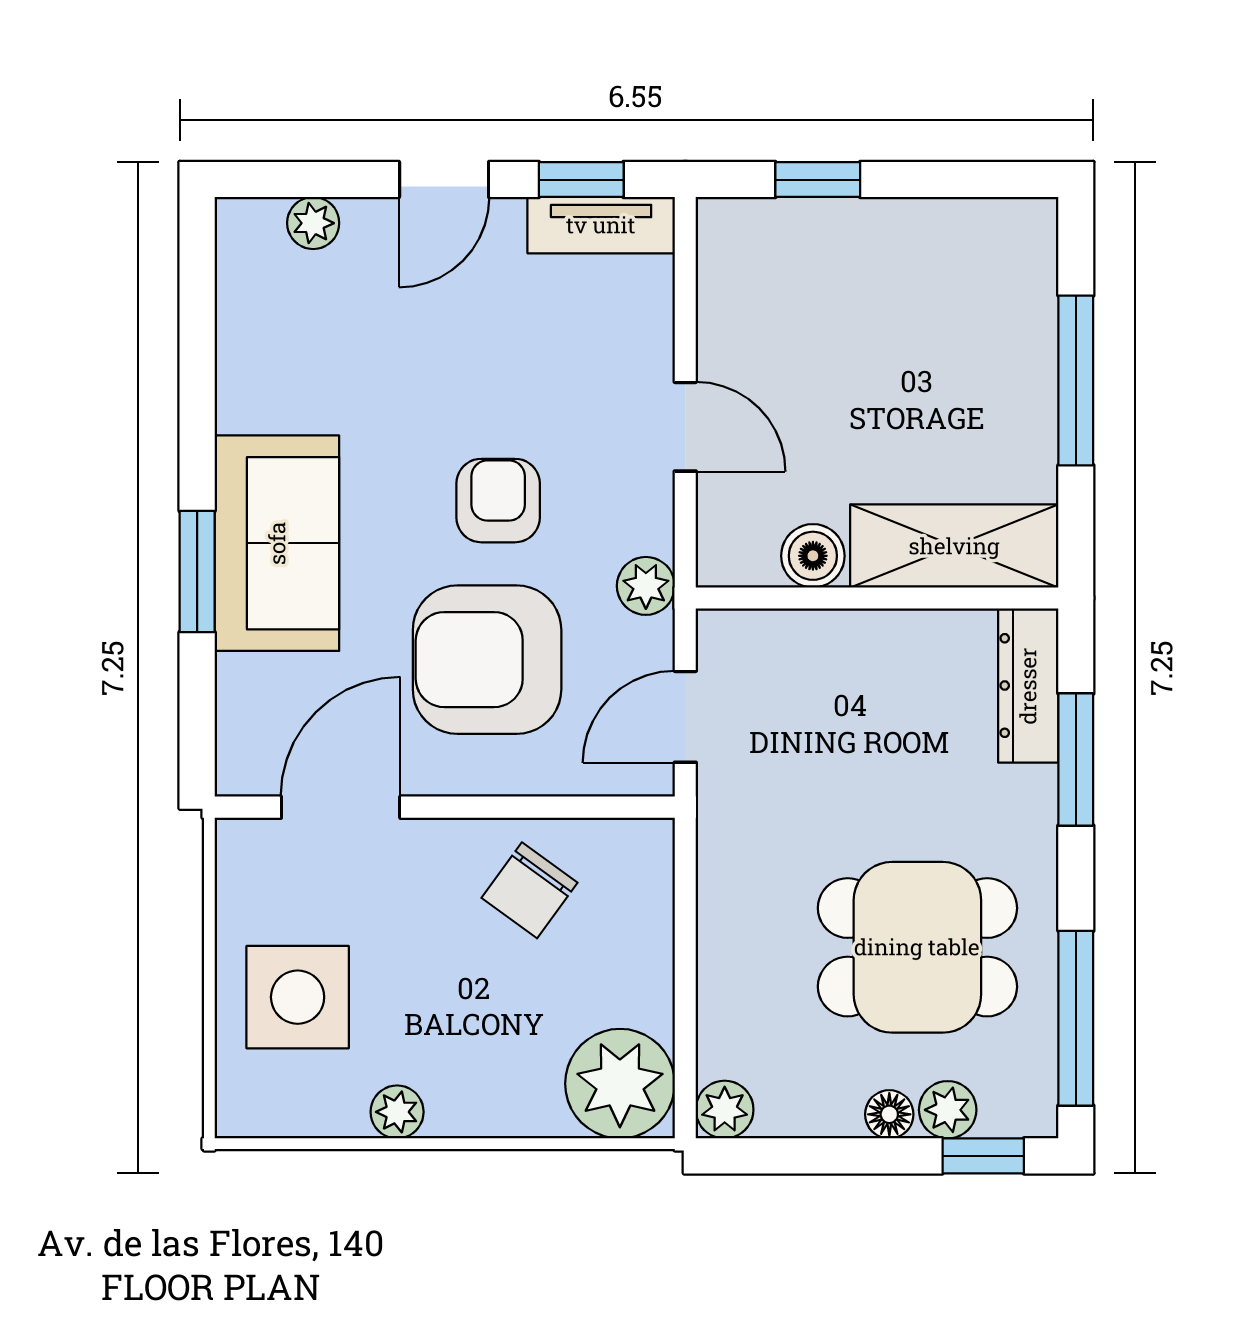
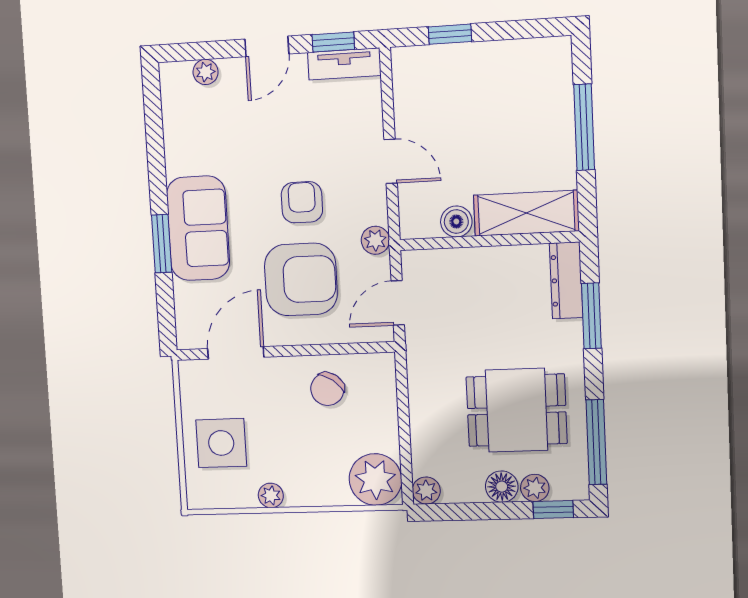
armchair: (487, 660) -> (301, 279), turned 180
floor lamp: (889, 1114) -> (502, 487), width x1.37, depth x1.37

